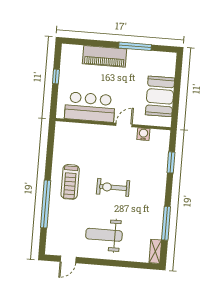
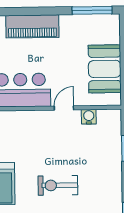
window: (135, 46) -> (92, 10), moved

